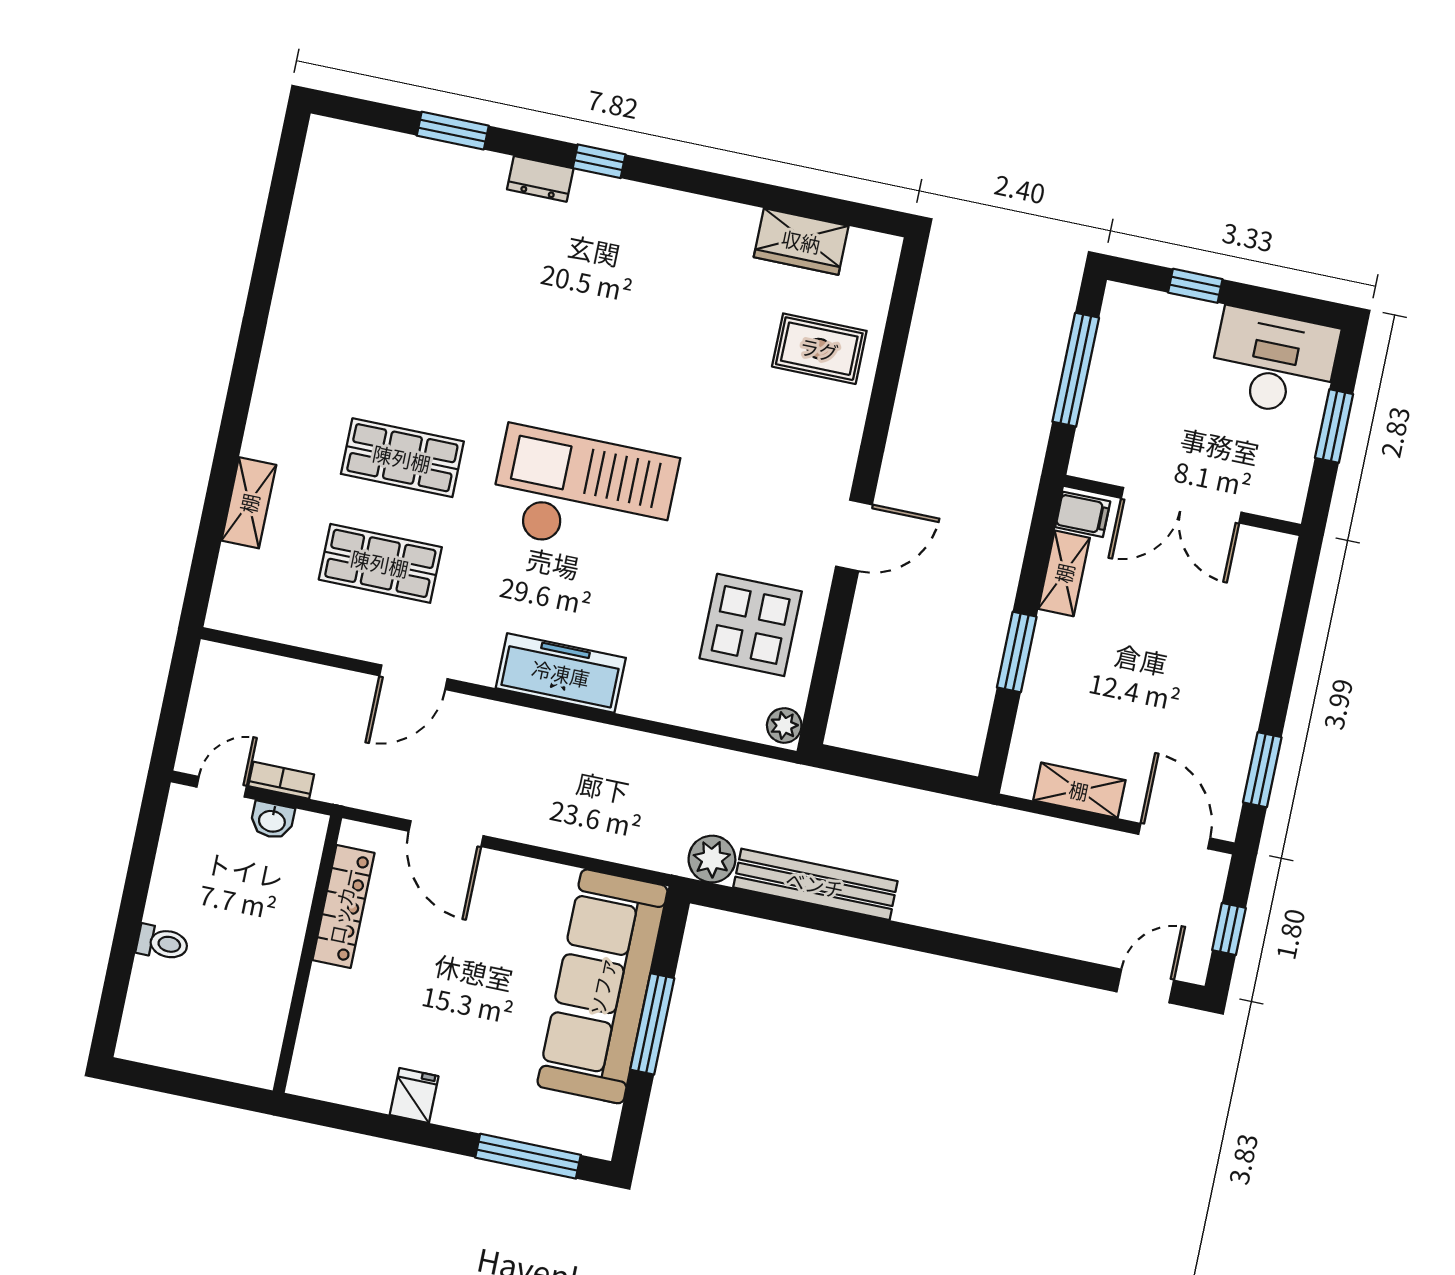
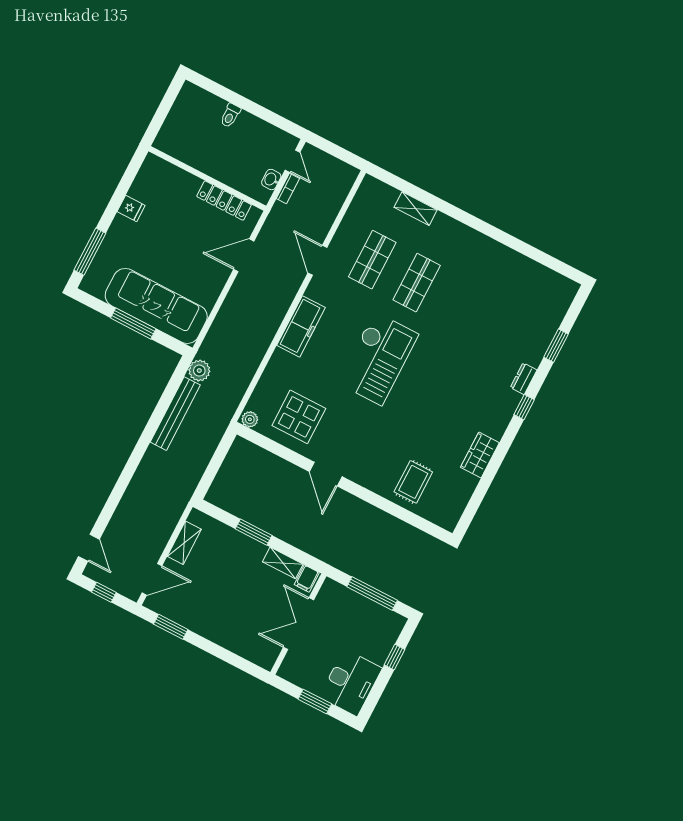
wardrobe: (801, 241) -> (480, 455), moved

